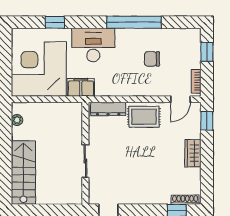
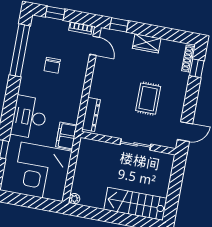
window: (134, 22) -> (20, 50), moved
rug: (144, 117) -> (148, 99), moved
plant: (17, 120) -> (74, 199), moved

